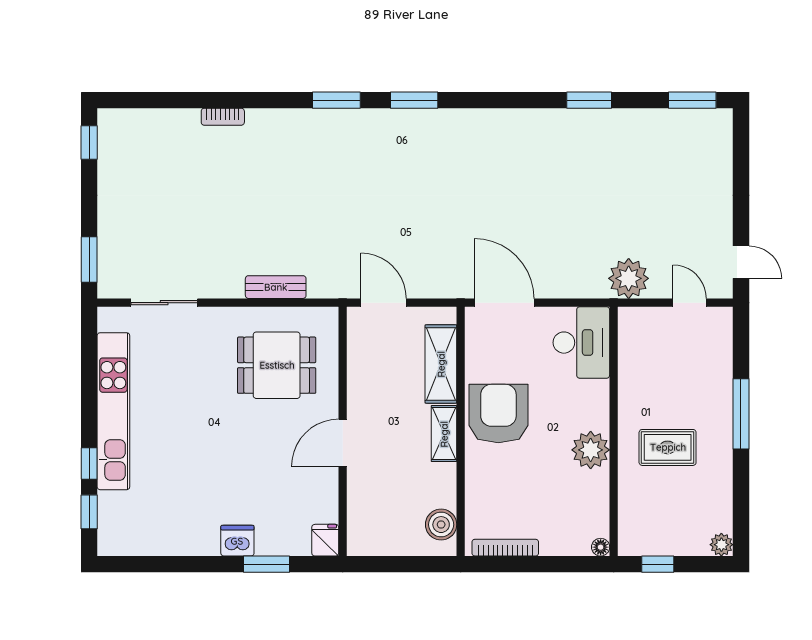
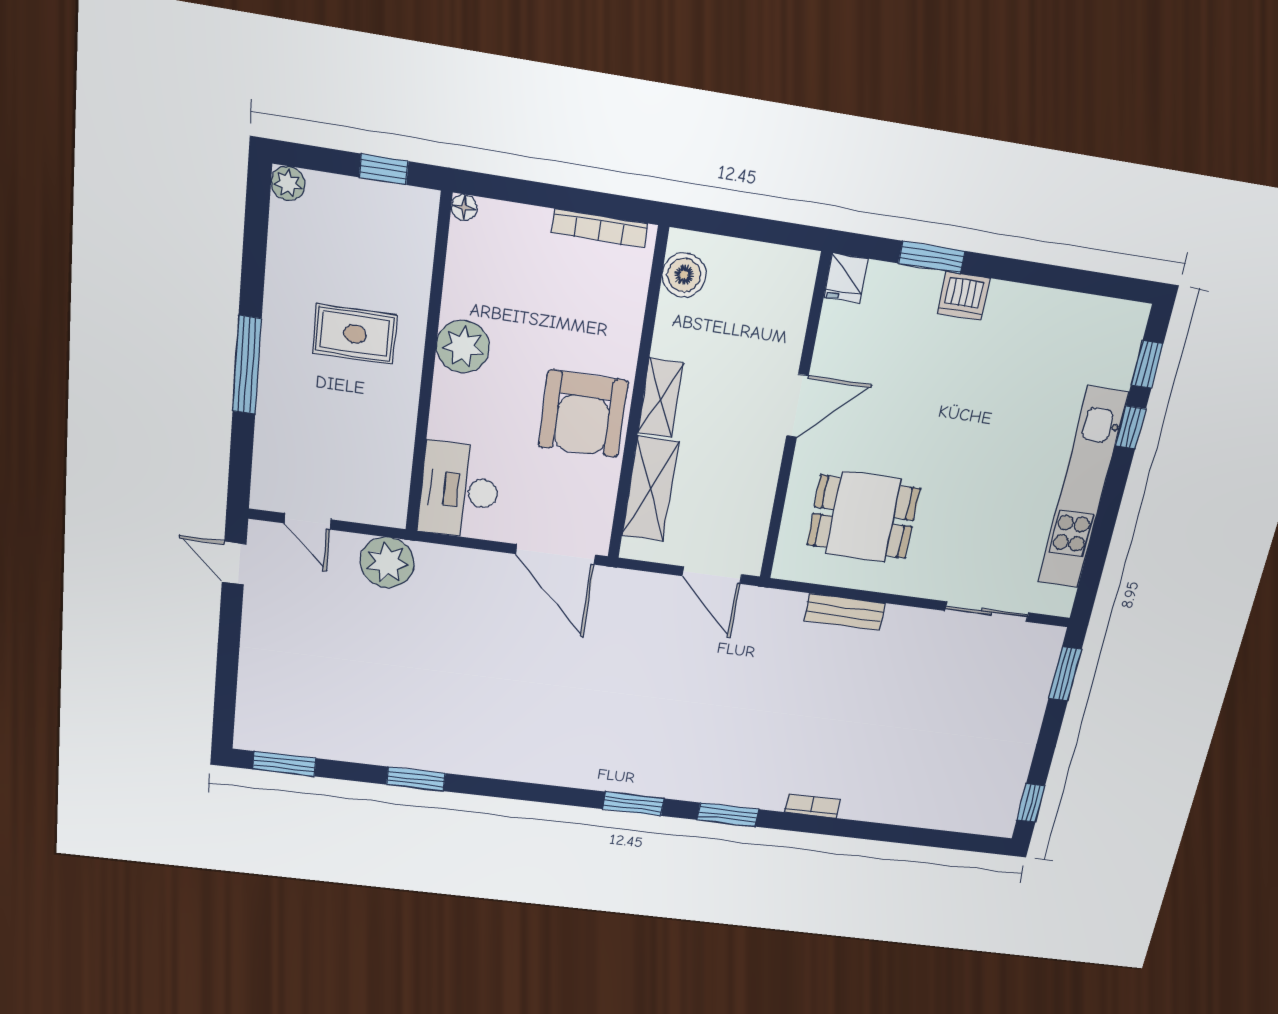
bookcase: (223, 117) -> (812, 806), moved

